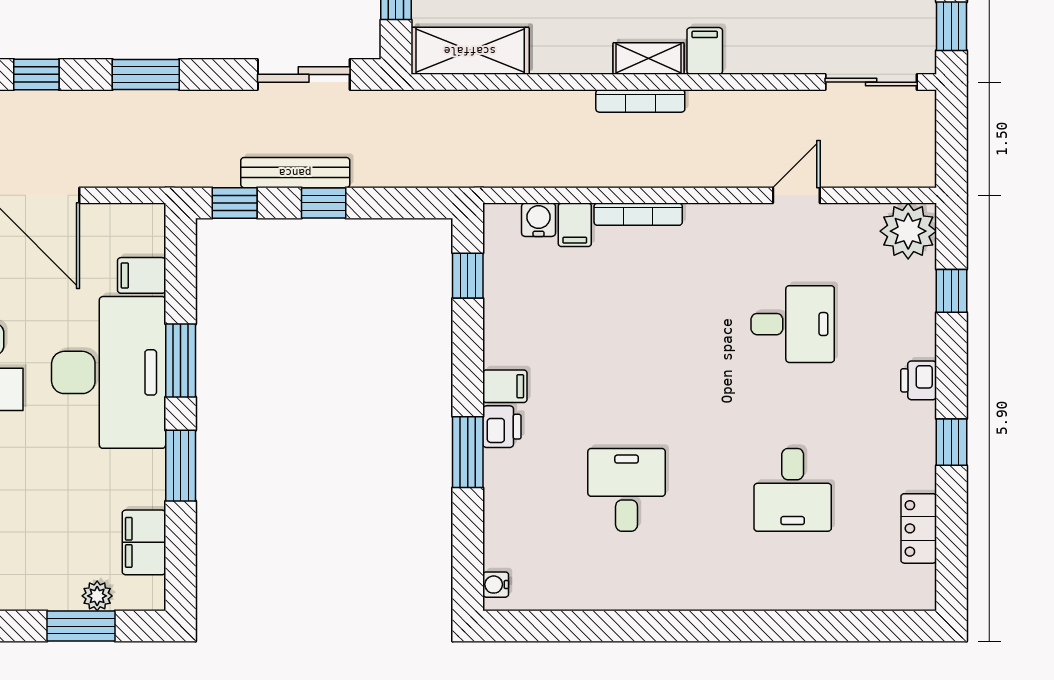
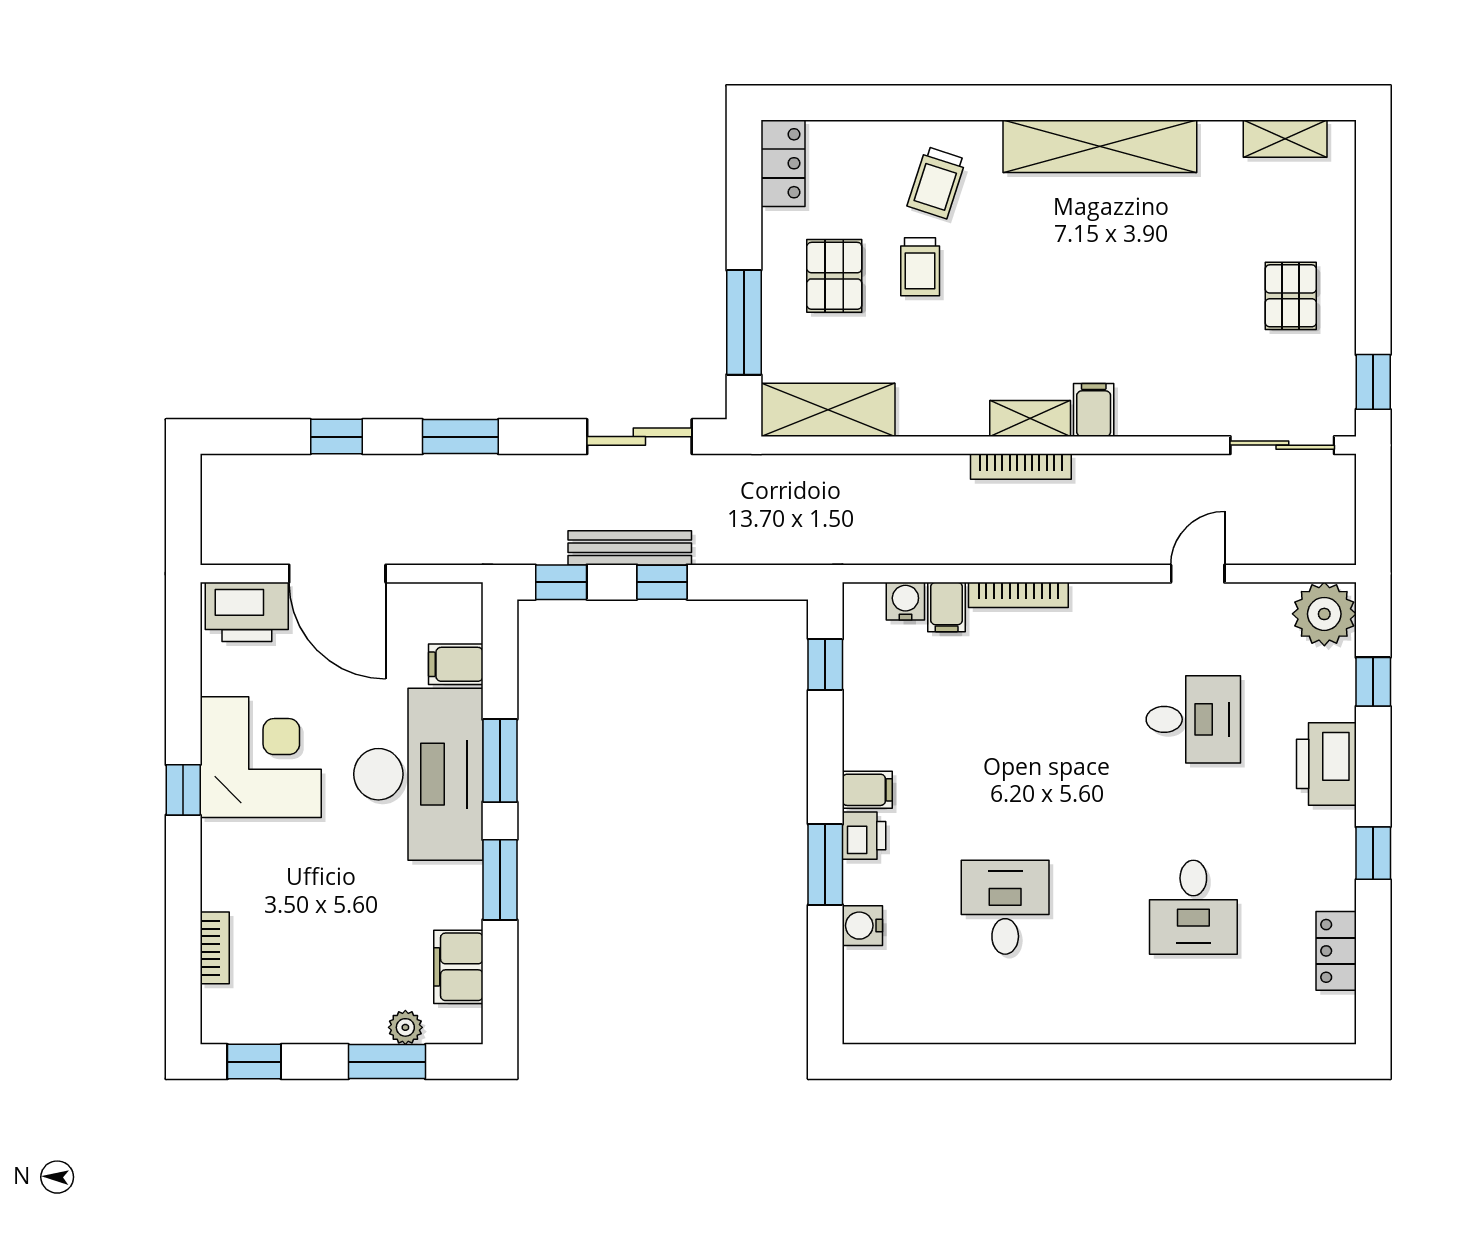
printer: (919, 380) -> (1326, 764), width x1.87, depth x1.48
water cooler: (496, 585) -> (862, 926), moved, width x1.38, depth x1.38

